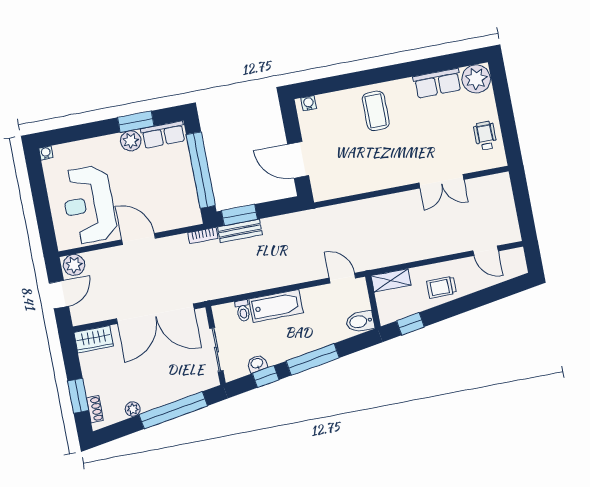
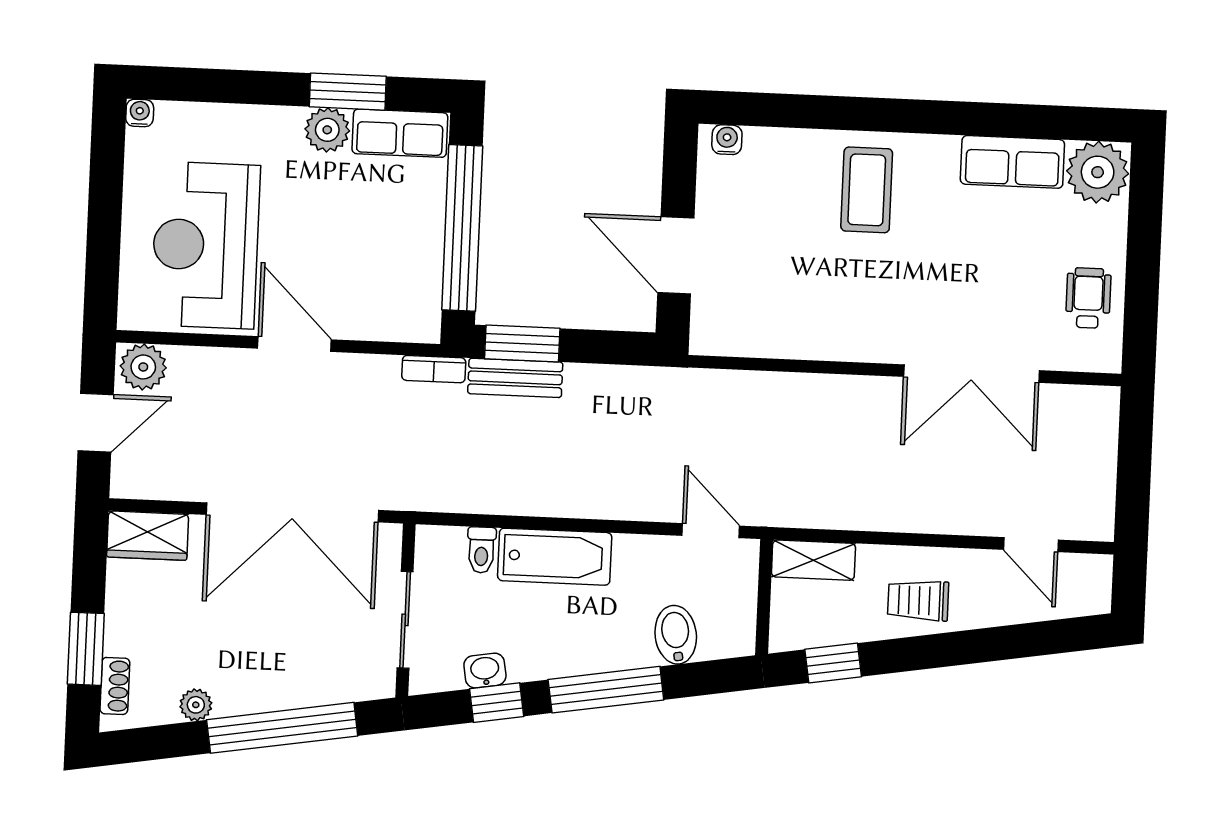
double door: (441, 181) -> (971, 374), width x1.37
bidet: (360, 321) -> (676, 635), moved, turned 81

